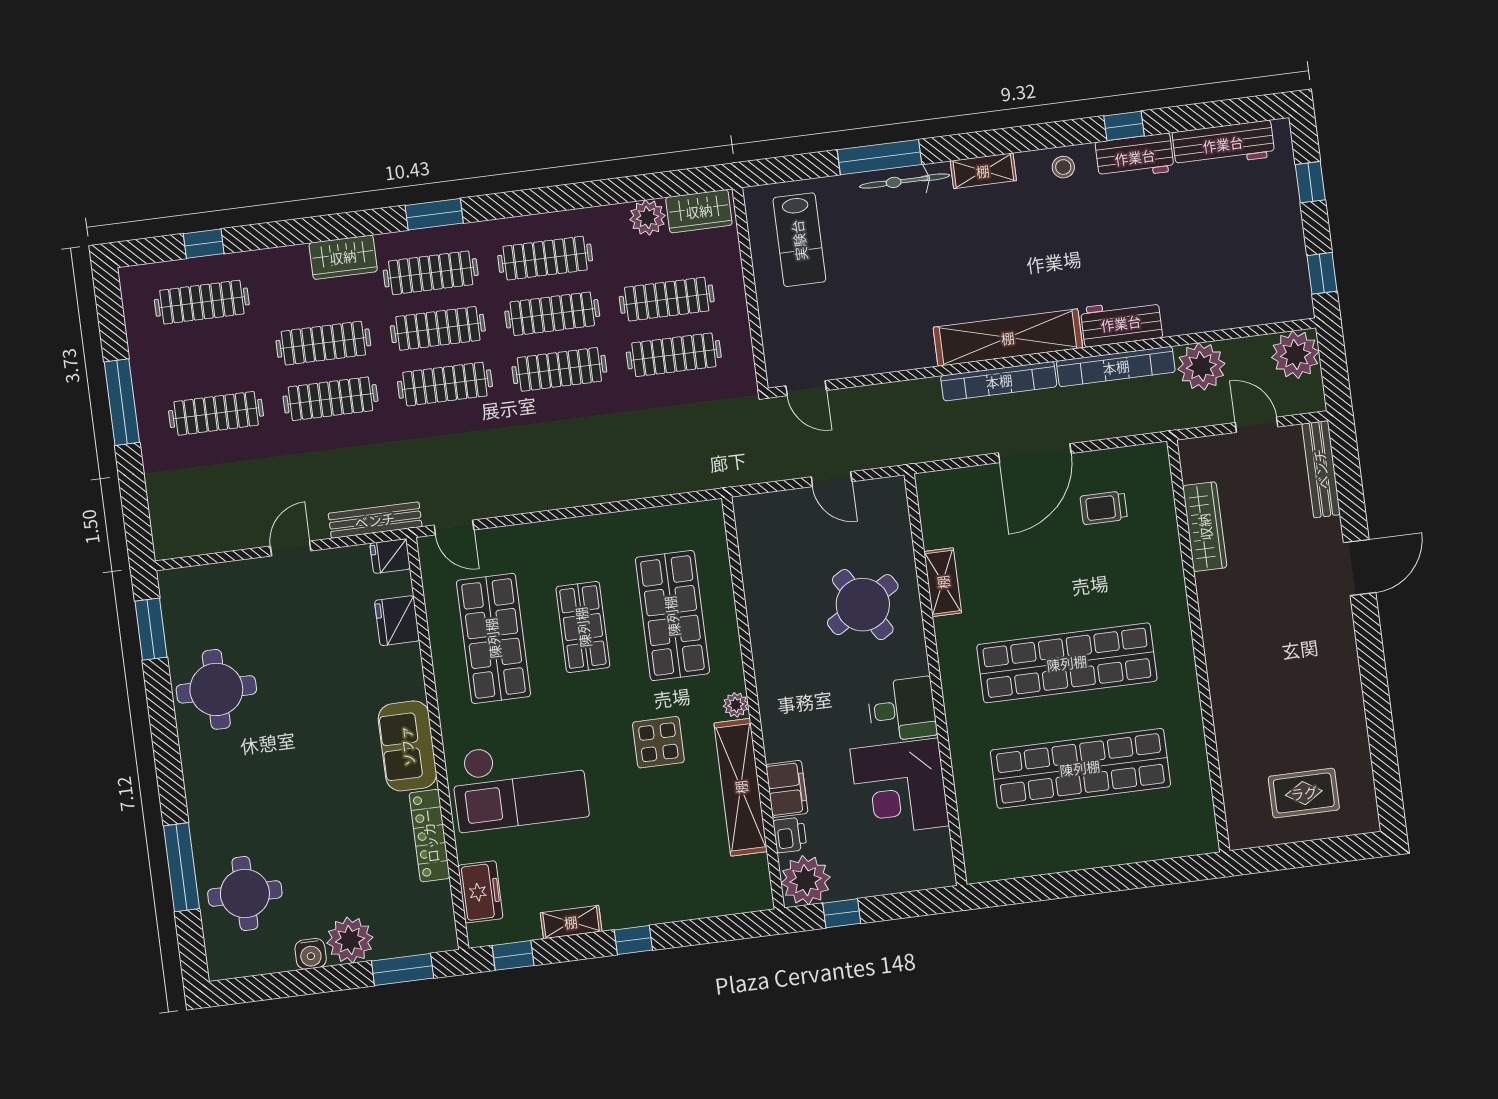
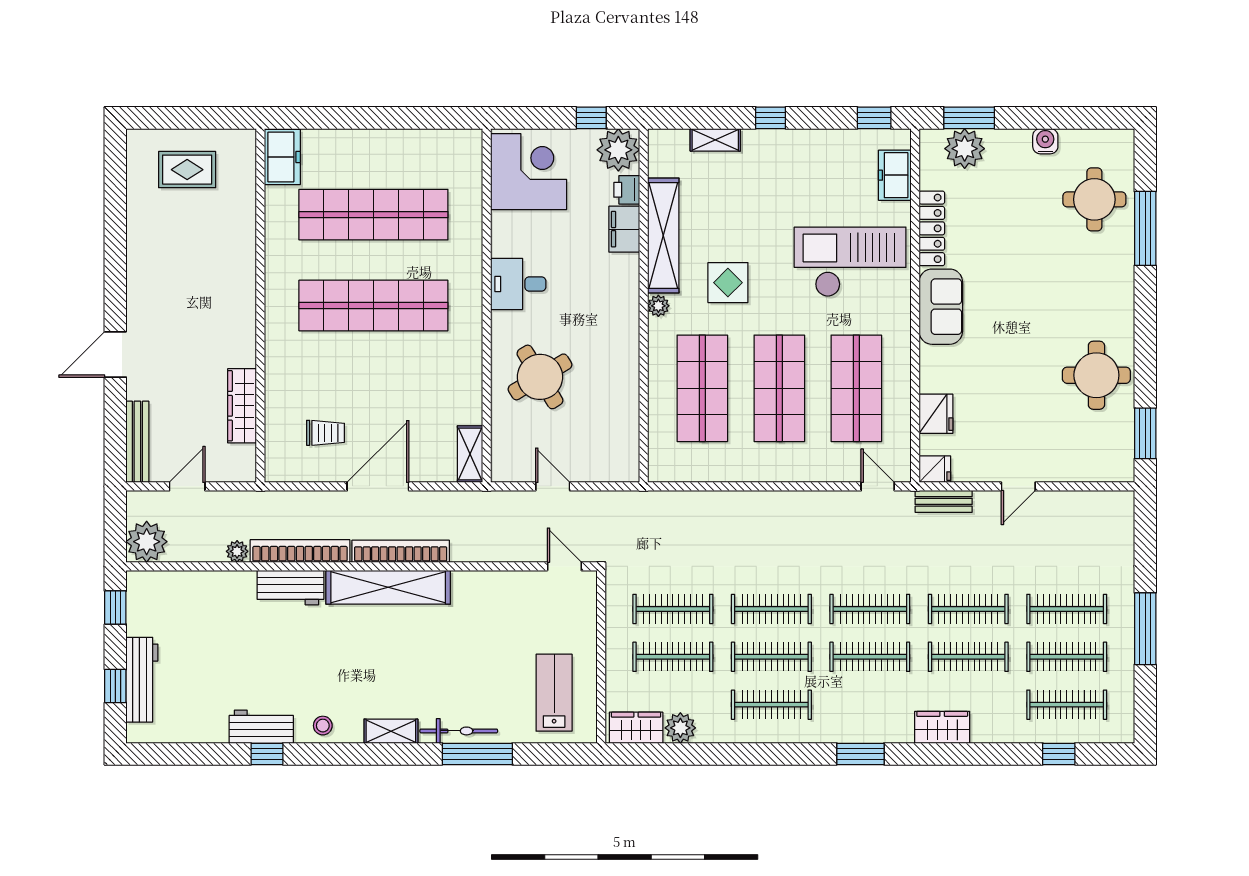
workbench: (1223, 144) -> (142, 680), moved, turned 90
clothes rail: (431, 273) -> (1067, 657), moved
plant: (1201, 366) -> (237, 551), width x0.53, depth x0.53
door: (1257, 425) -> (187, 486), swing flipped
bench: (375, 520) -> (944, 501), width x0.73
shelving: (943, 582) -> (470, 454), moved
shop shelf: (583, 627) -> (779, 388), width x1.43, depth x1.36
corner desk: (900, 787) -> (529, 172), moved
freezer: (1195, 822) -> (282, 157), added
shelving: (571, 922) -> (715, 140), moved
plant: (350, 940) -> (965, 149), moved

